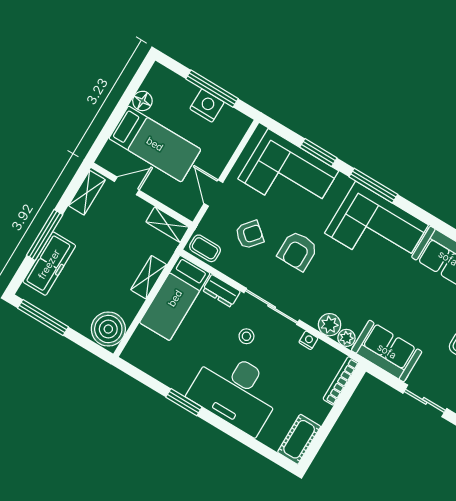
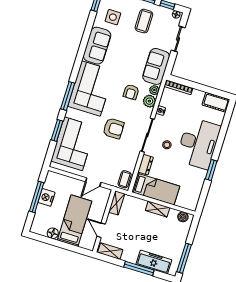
armchair: (250, 235) -> (131, 92), moved, turned -130
shelving: (149, 277) -> (158, 209), moved
boiler: (108, 329) -> (183, 217), width x0.54, depth x0.54

